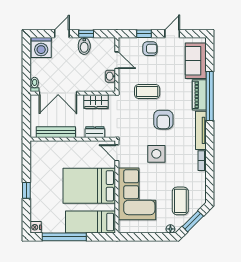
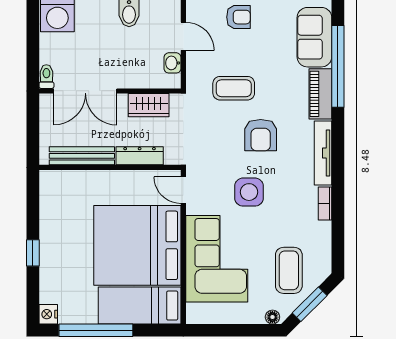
window: (210, 96) -> (338, 66), moved
dresser: (95, 132) -> (140, 156), width x1.44
bed: (89, 186) -> (137, 245), width x1.36

